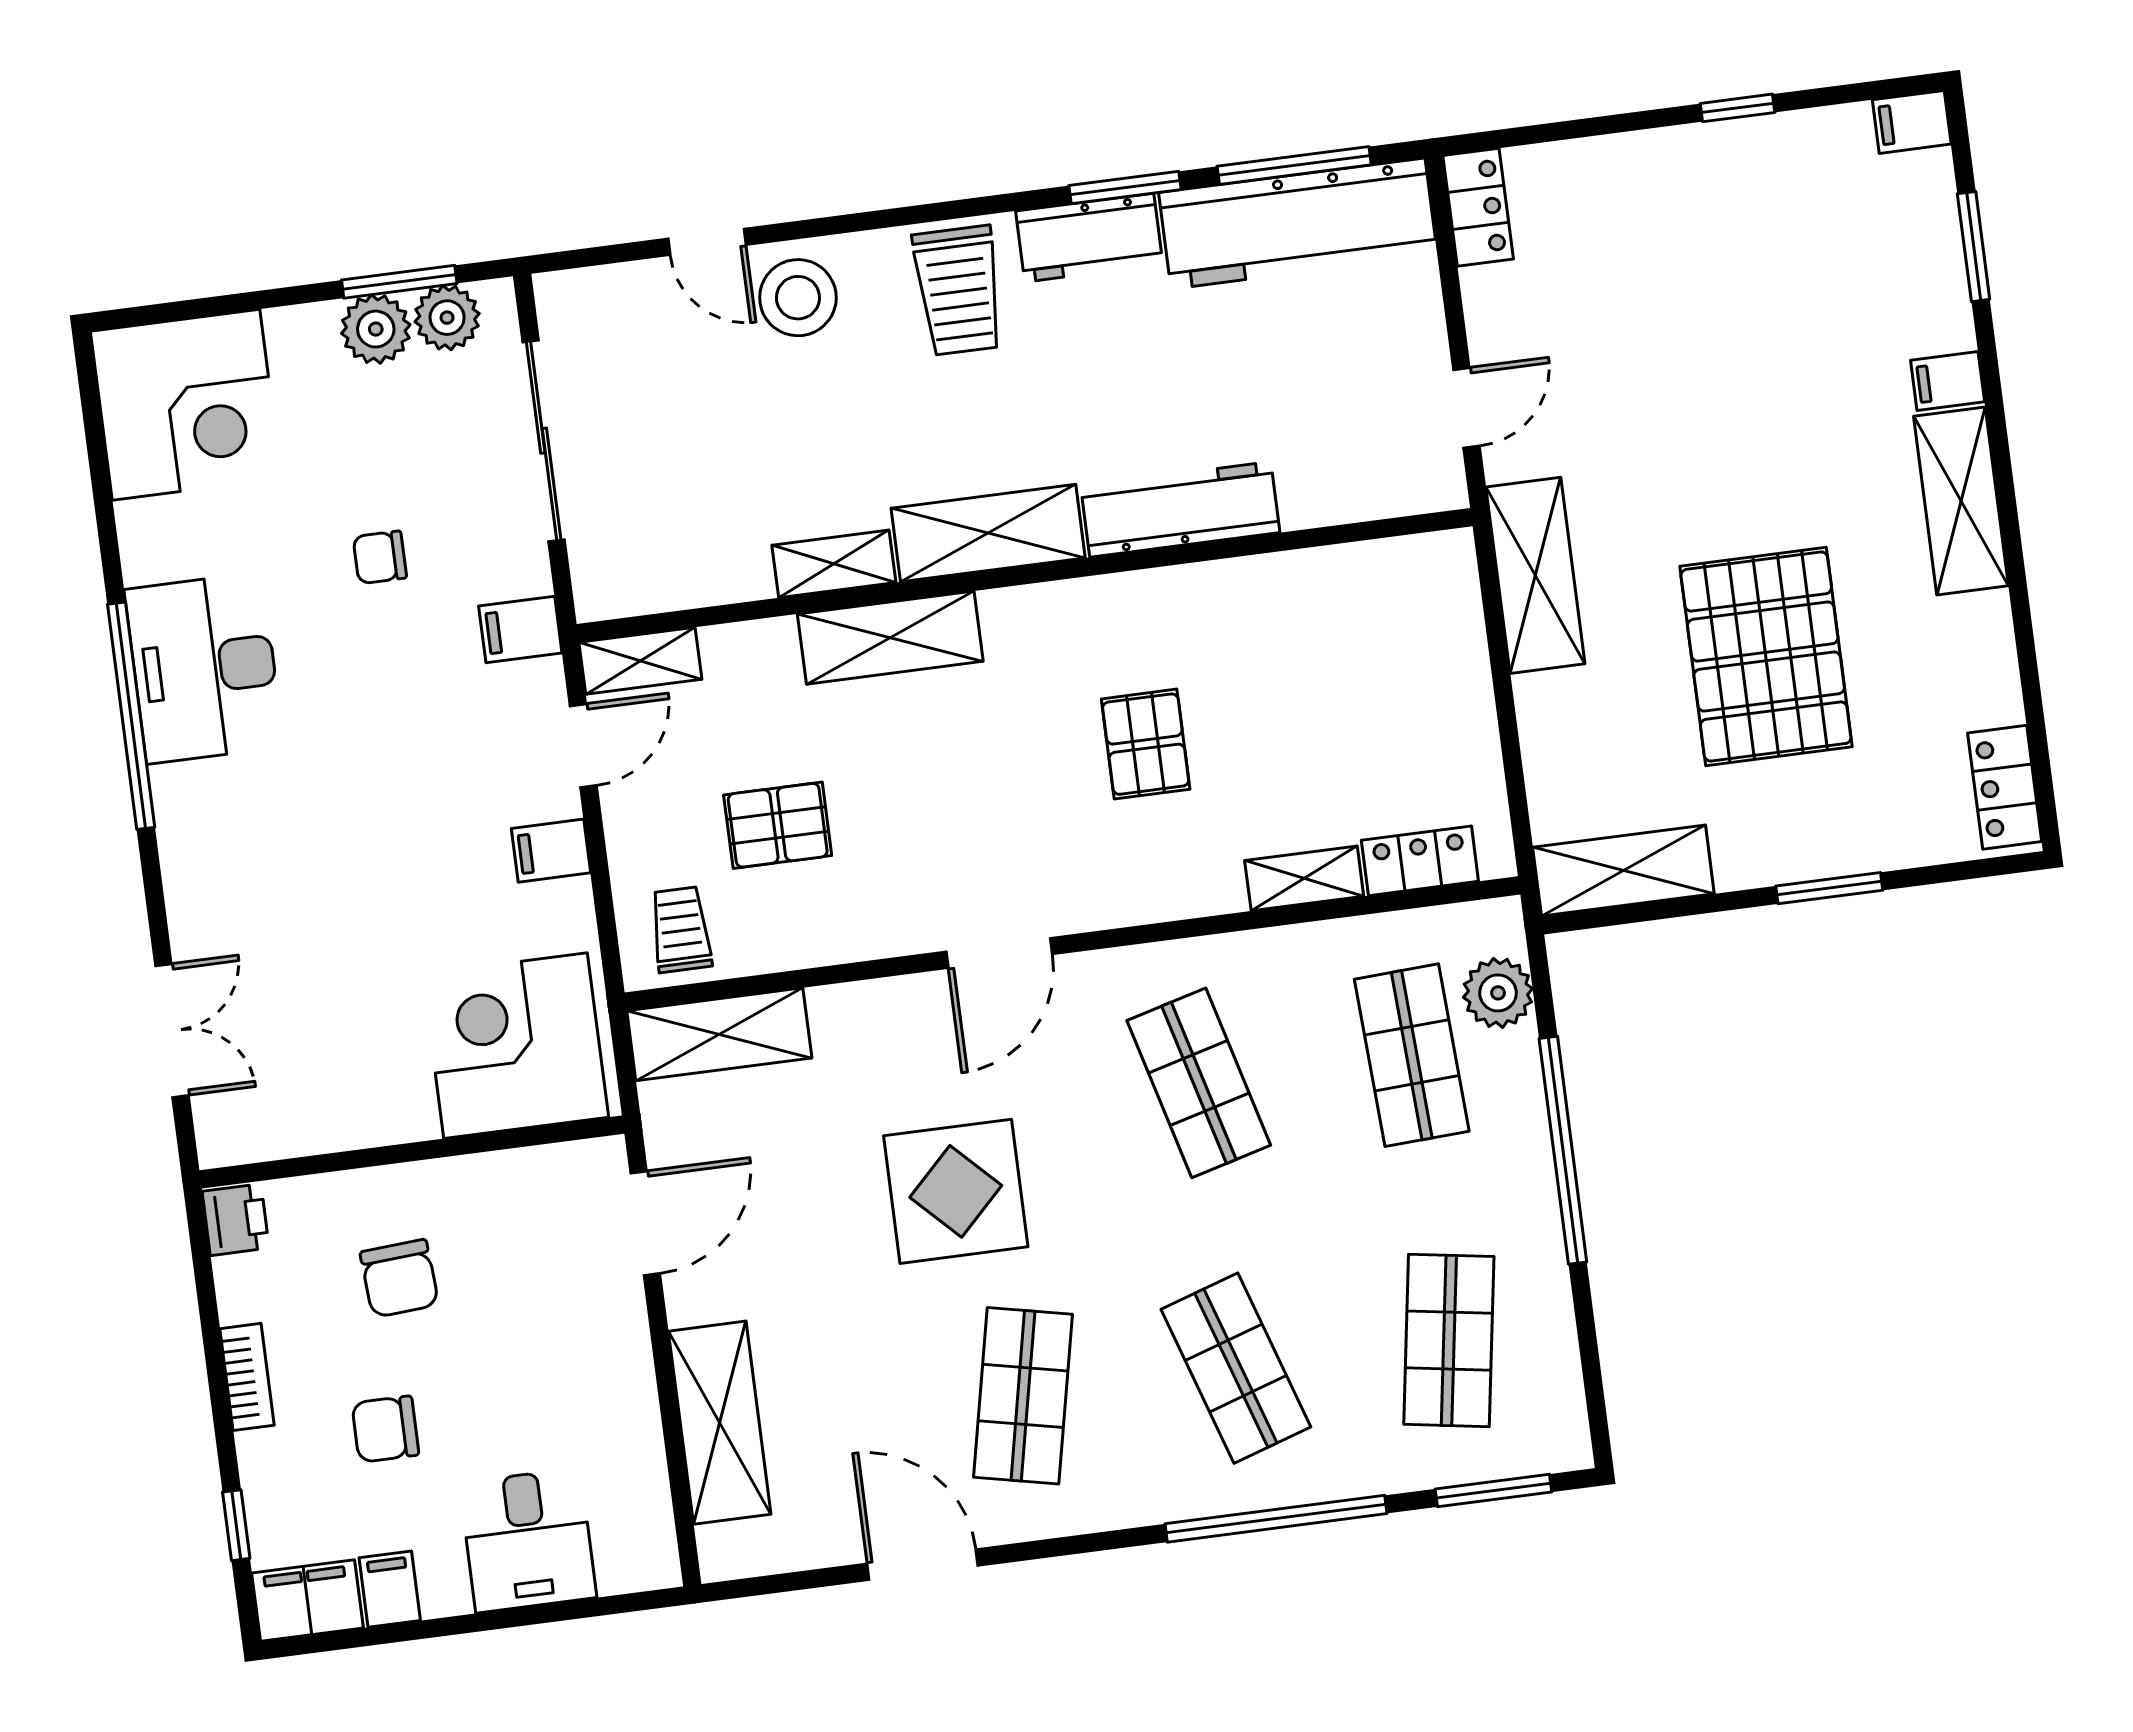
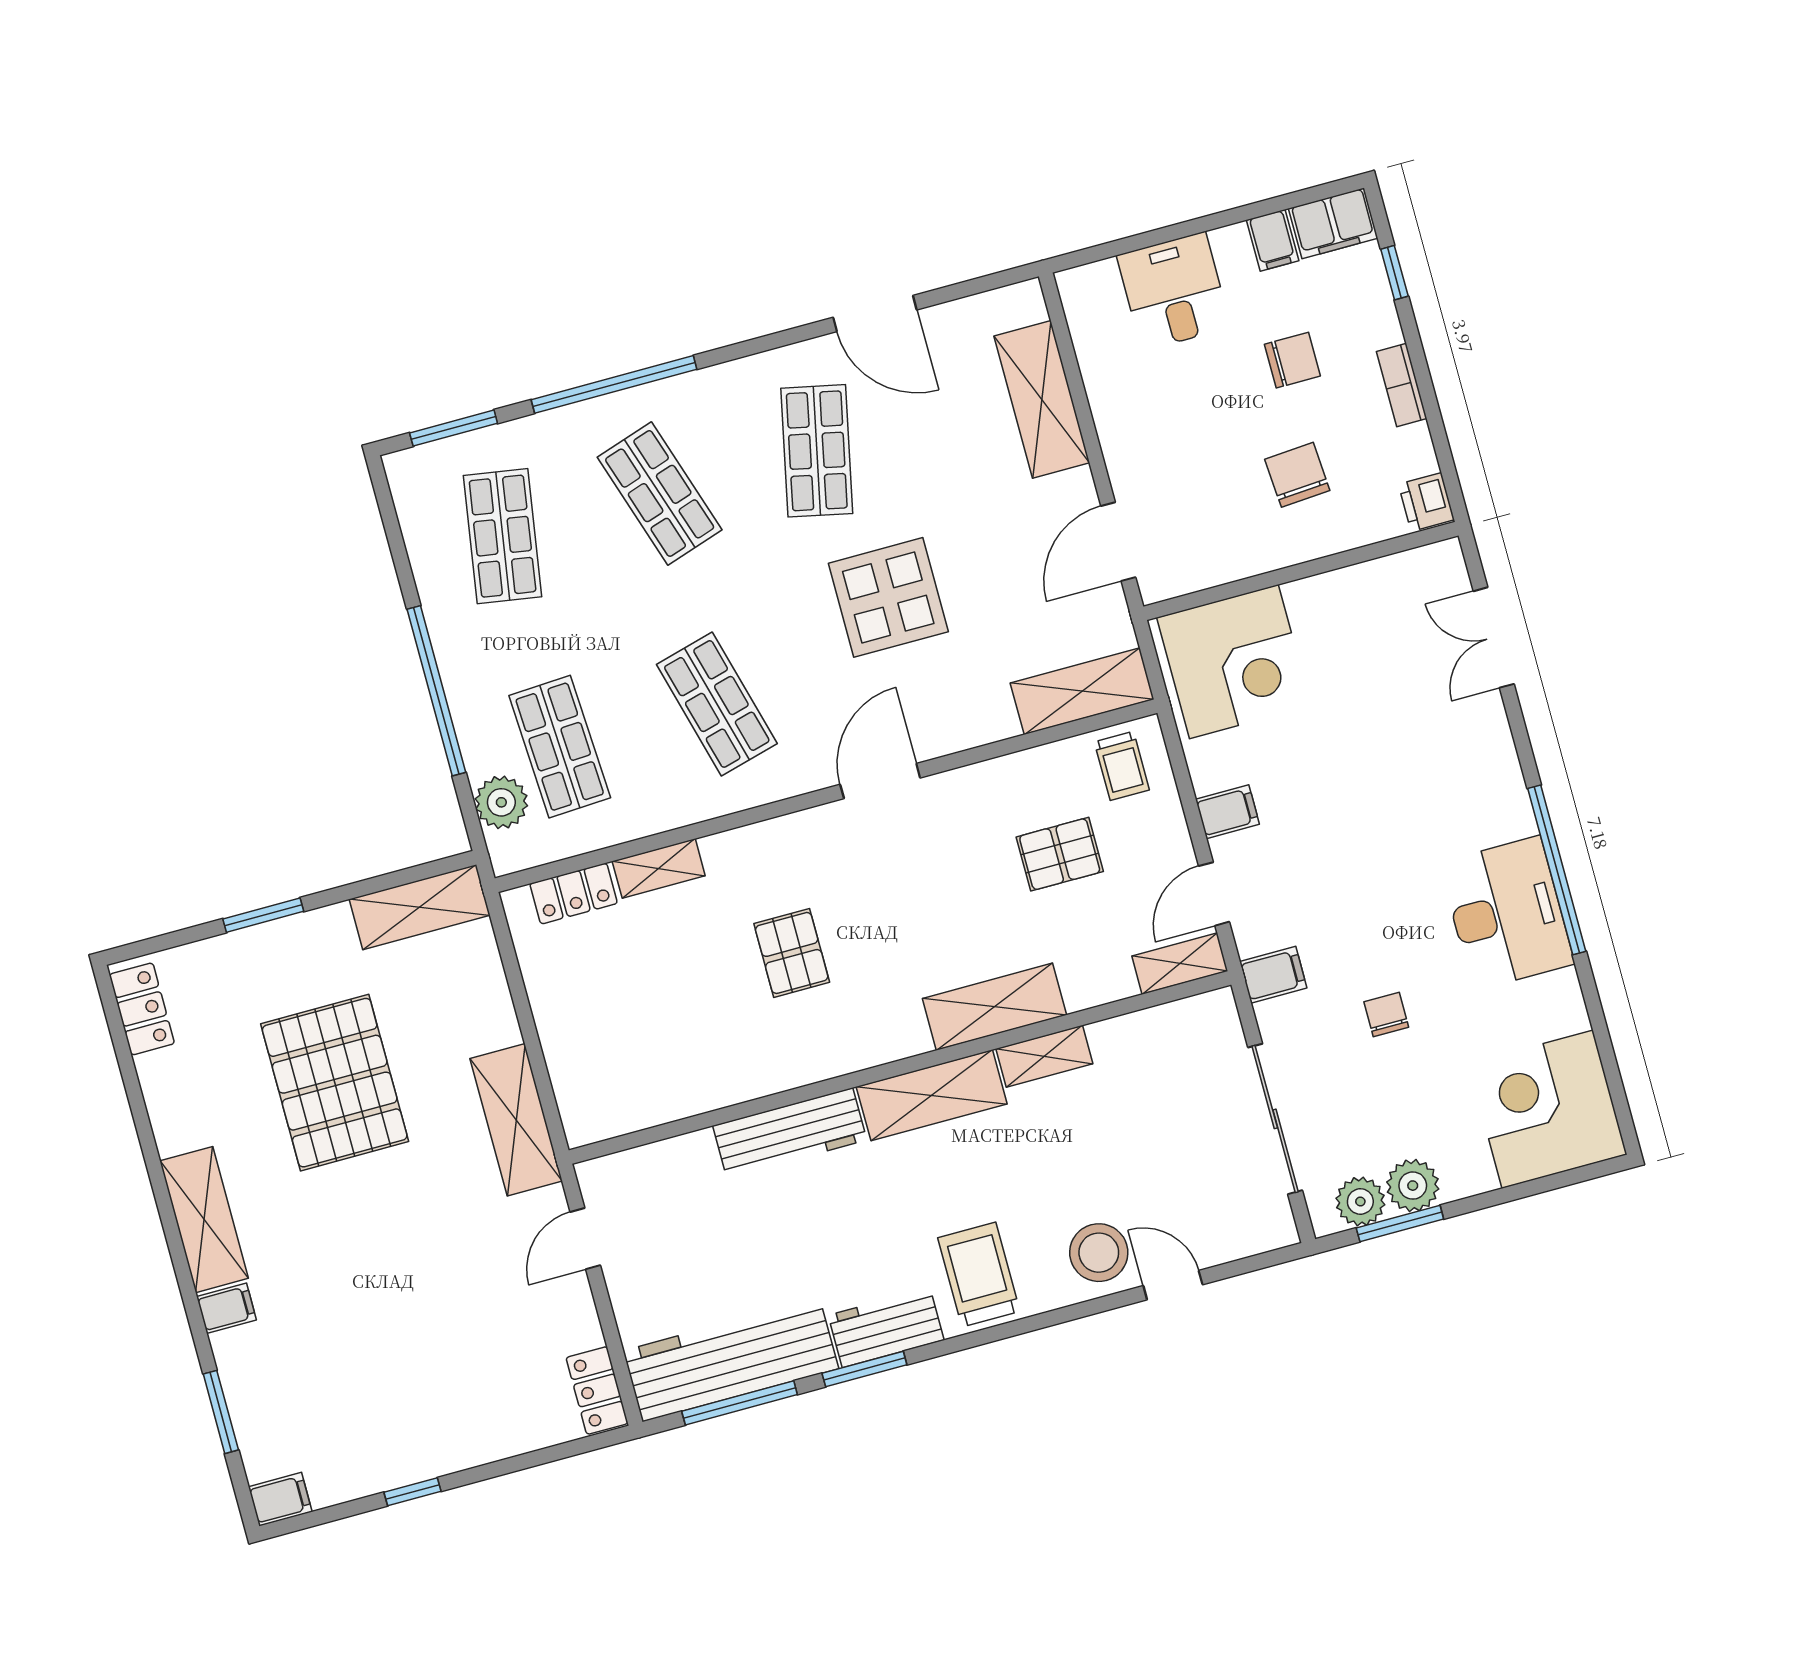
chair: (380, 557) -> (1386, 1014), turned -90

